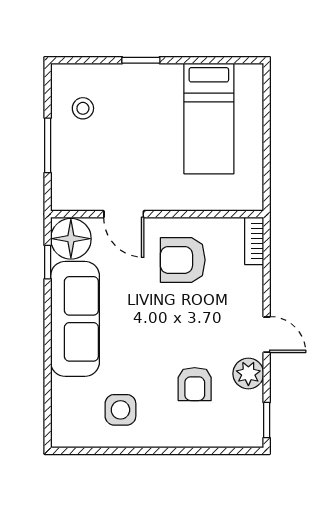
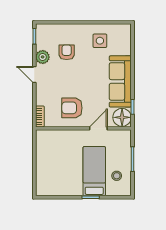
bed: (209, 119) -> (94, 171), moved
door: (124, 214) -> (98, 128), hinge flipped
armchair: (183, 260) -> (72, 108), turned 180

